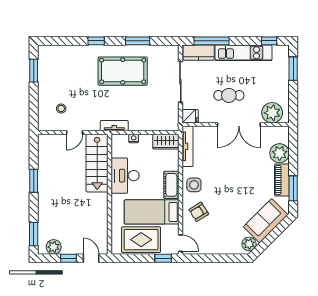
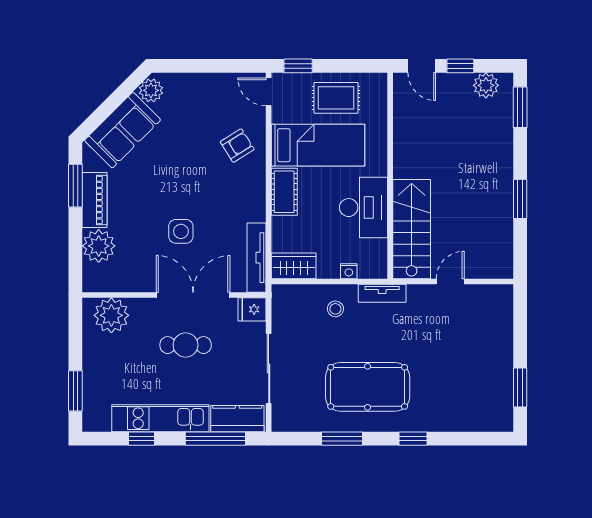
window: (269, 41) -> (141, 439), moved
stool: (61, 109) -> (335, 309), moved
double door: (239, 125) -> (193, 295), moved
side table: (194, 185) -> (181, 231), moved
rug: (141, 240) -> (336, 98), width x0.73, depth x0.70

